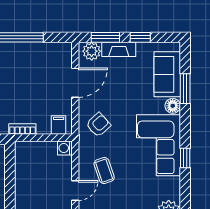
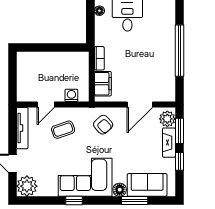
door: (75, 83) -> (140, 104), hinge flipped
filing cabinet: (59, 125) -> (103, 84), width x2.00
washing machine: (65, 148) -> (71, 95), moved
door: (75, 190) -> (46, 104), hinge flipped

